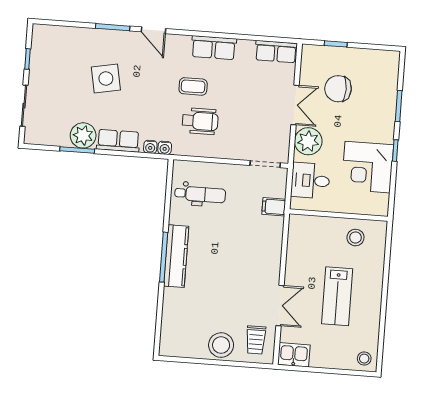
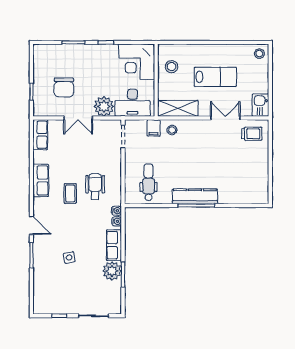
door: (153, 30) -> (31, 225), hinge flipped
side table: (106, 79) -> (69, 257), width x0.54, depth x0.54
double door: (295, 105) -> (78, 118), swing flipped
corner desk: (368, 167) -> (137, 62), moved, turned 90
desk: (310, 181) -> (132, 103), width x1.37
shelving: (298, 242) -> (178, 108), added
stool: (221, 345) -> (172, 130), moved, width x0.53, depth x0.53

